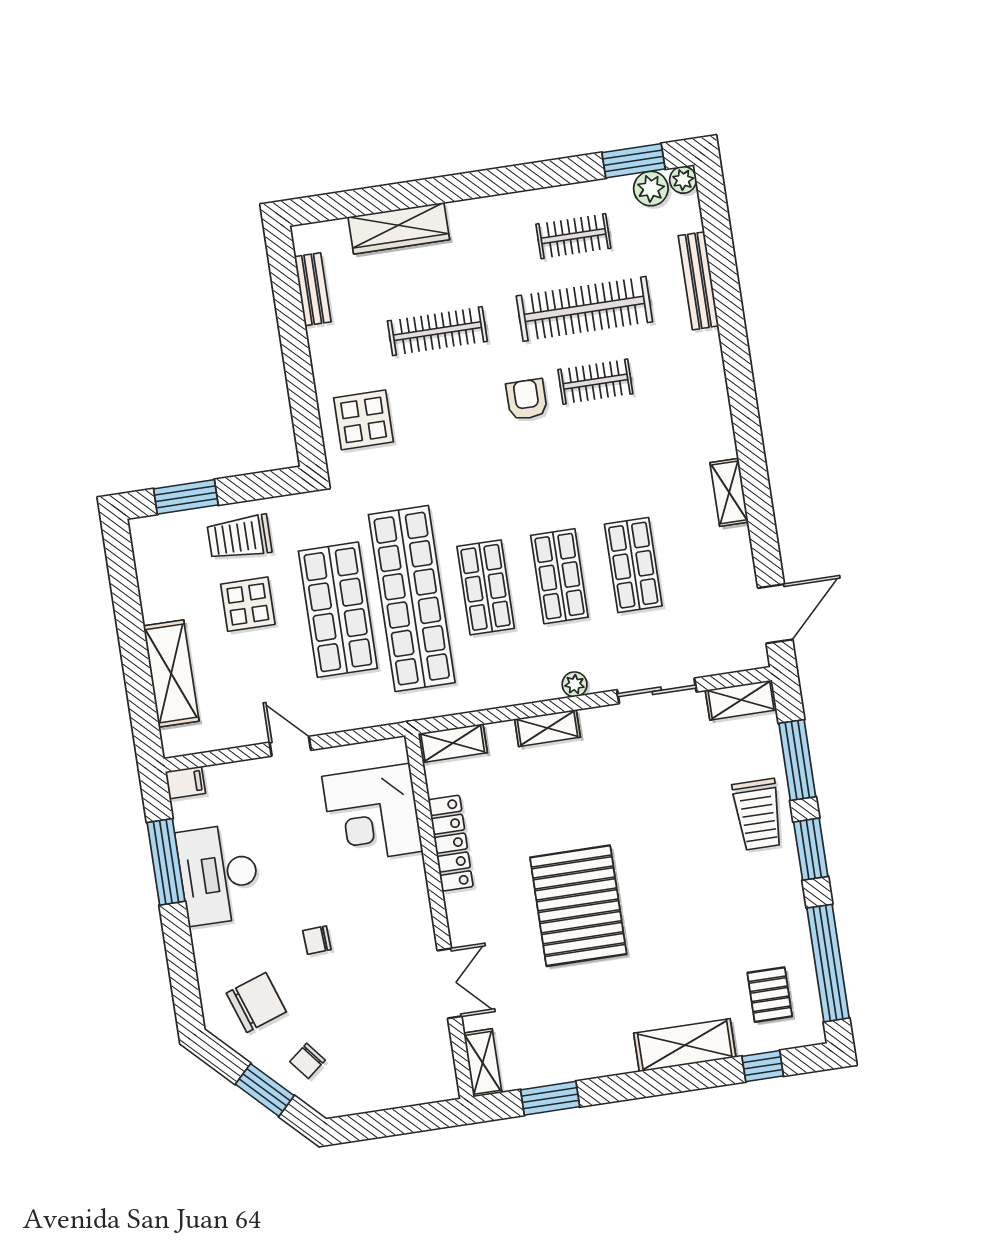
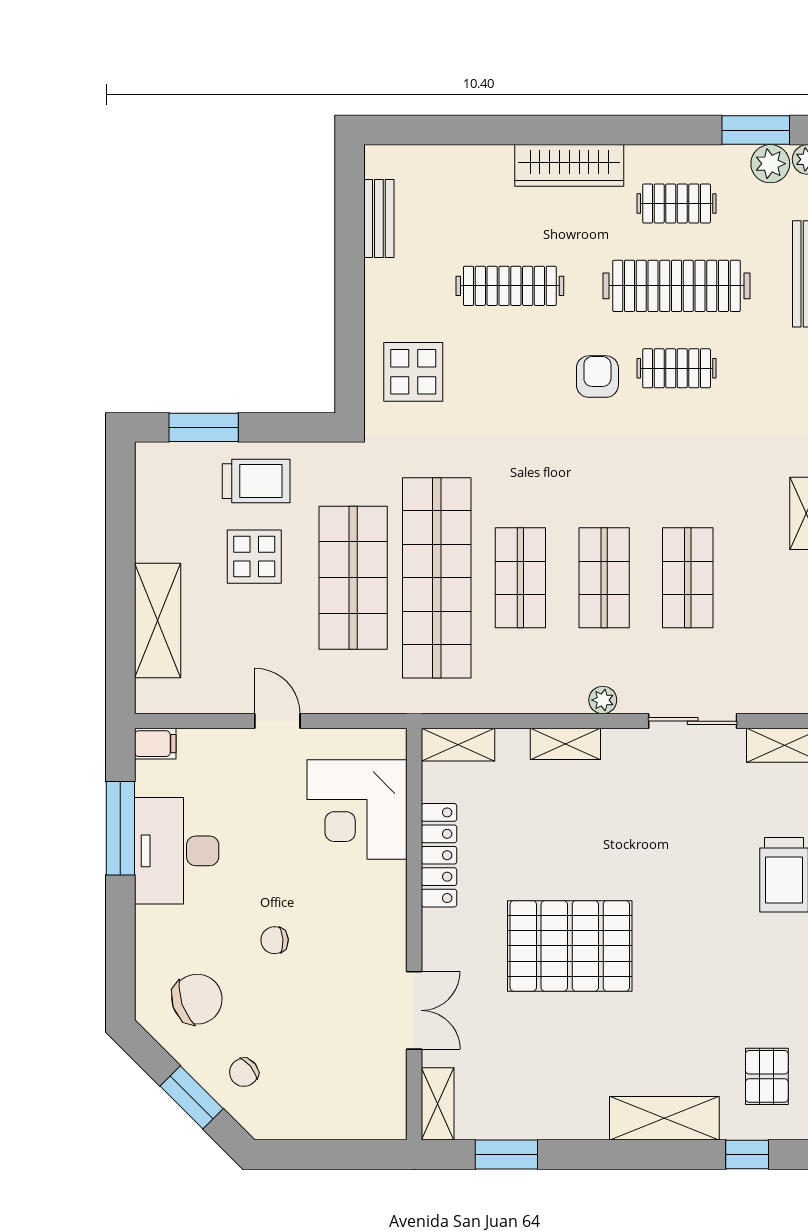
wardrobe: (399, 228) -> (569, 165), moved
trolley: (239, 537) -> (256, 481), turned 180
pallet: (578, 906) -> (570, 946), turned 90

